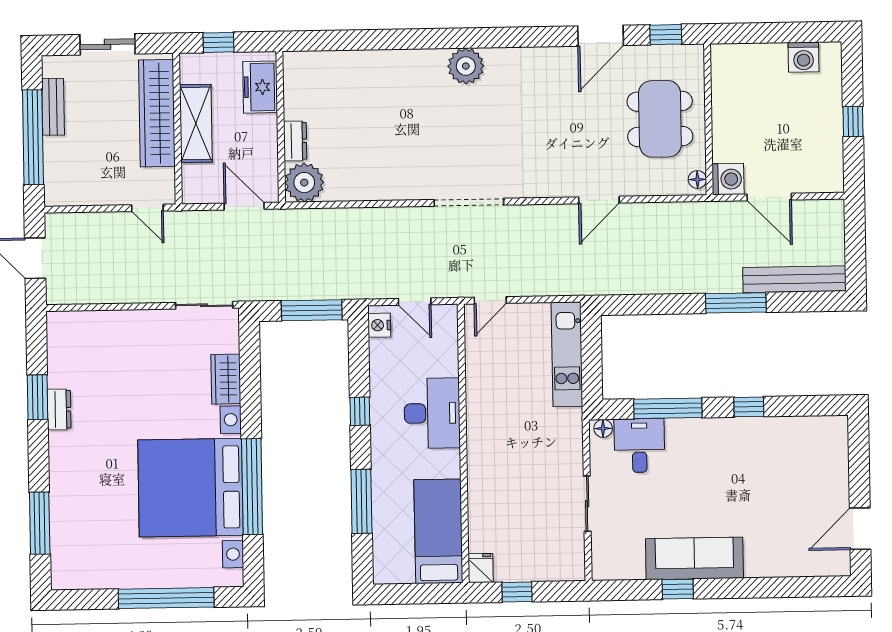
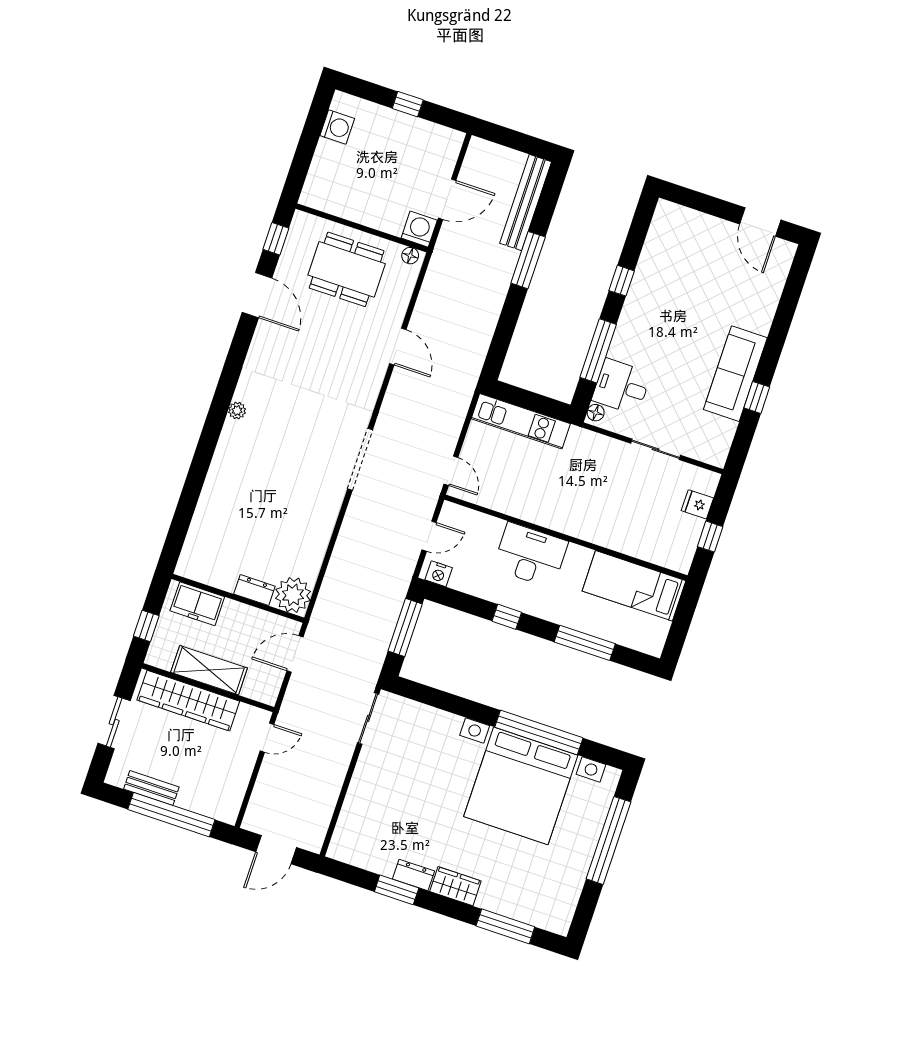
plant: (466, 66) -> (237, 411), width x0.53, depth x0.53
wardrobe: (226, 379) -> (455, 886), moved, turned 180
fridge: (481, 568) -> (697, 504), moved

